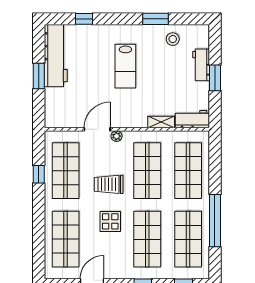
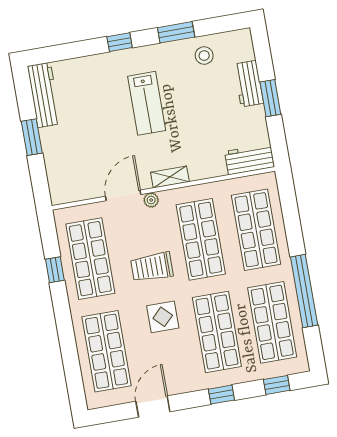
window: (84, 19) -> (120, 42), moved
workbench: (56, 56) -> (44, 95), width x0.73, depth x0.76
shelving: (161, 122) -> (170, 177), moved

